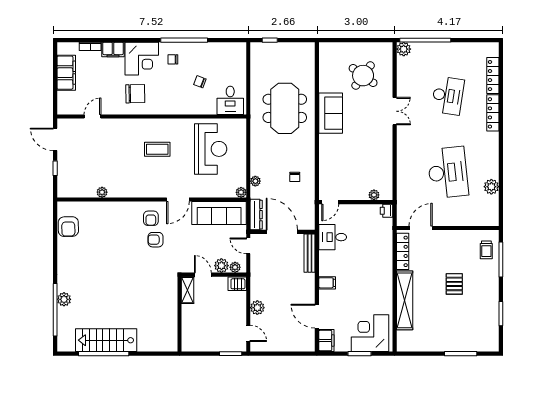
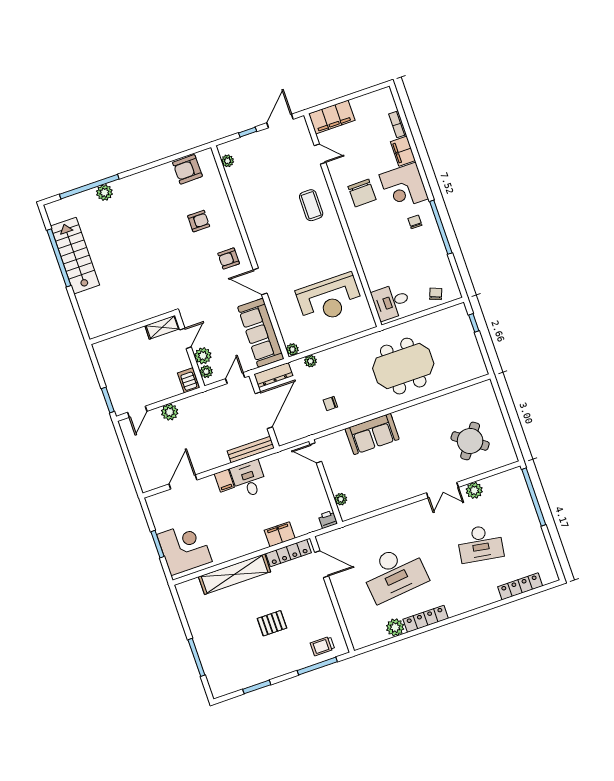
plant: (404, 49) -> (474, 490), moved
filing cabinet: (66, 73) -> (332, 117), moved
chair: (200, 82) -> (436, 294), moved
sofa: (331, 113) -> (372, 434), moved
locker: (493, 113) -> (426, 619), moved
coffee table: (157, 149) -> (311, 205), moved
plant: (102, 192) -> (228, 161), moved
desk: (333, 237) -> (249, 479), moved
armchair: (155, 240) -> (199, 221), moved, turned 90
filing cabinet: (326, 341) -> (280, 534), moved, turned 180

